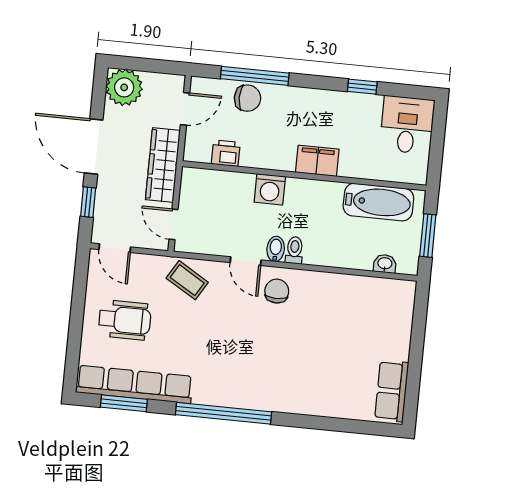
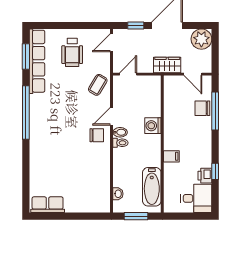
chair: (247, 98) -> (202, 108), turned 90
printer: (226, 153) -> (205, 176), moved, turned 180
filing cabinet: (317, 161) -> (171, 156), width x0.50
wardrobe: (163, 165) -> (167, 65), width x0.67

